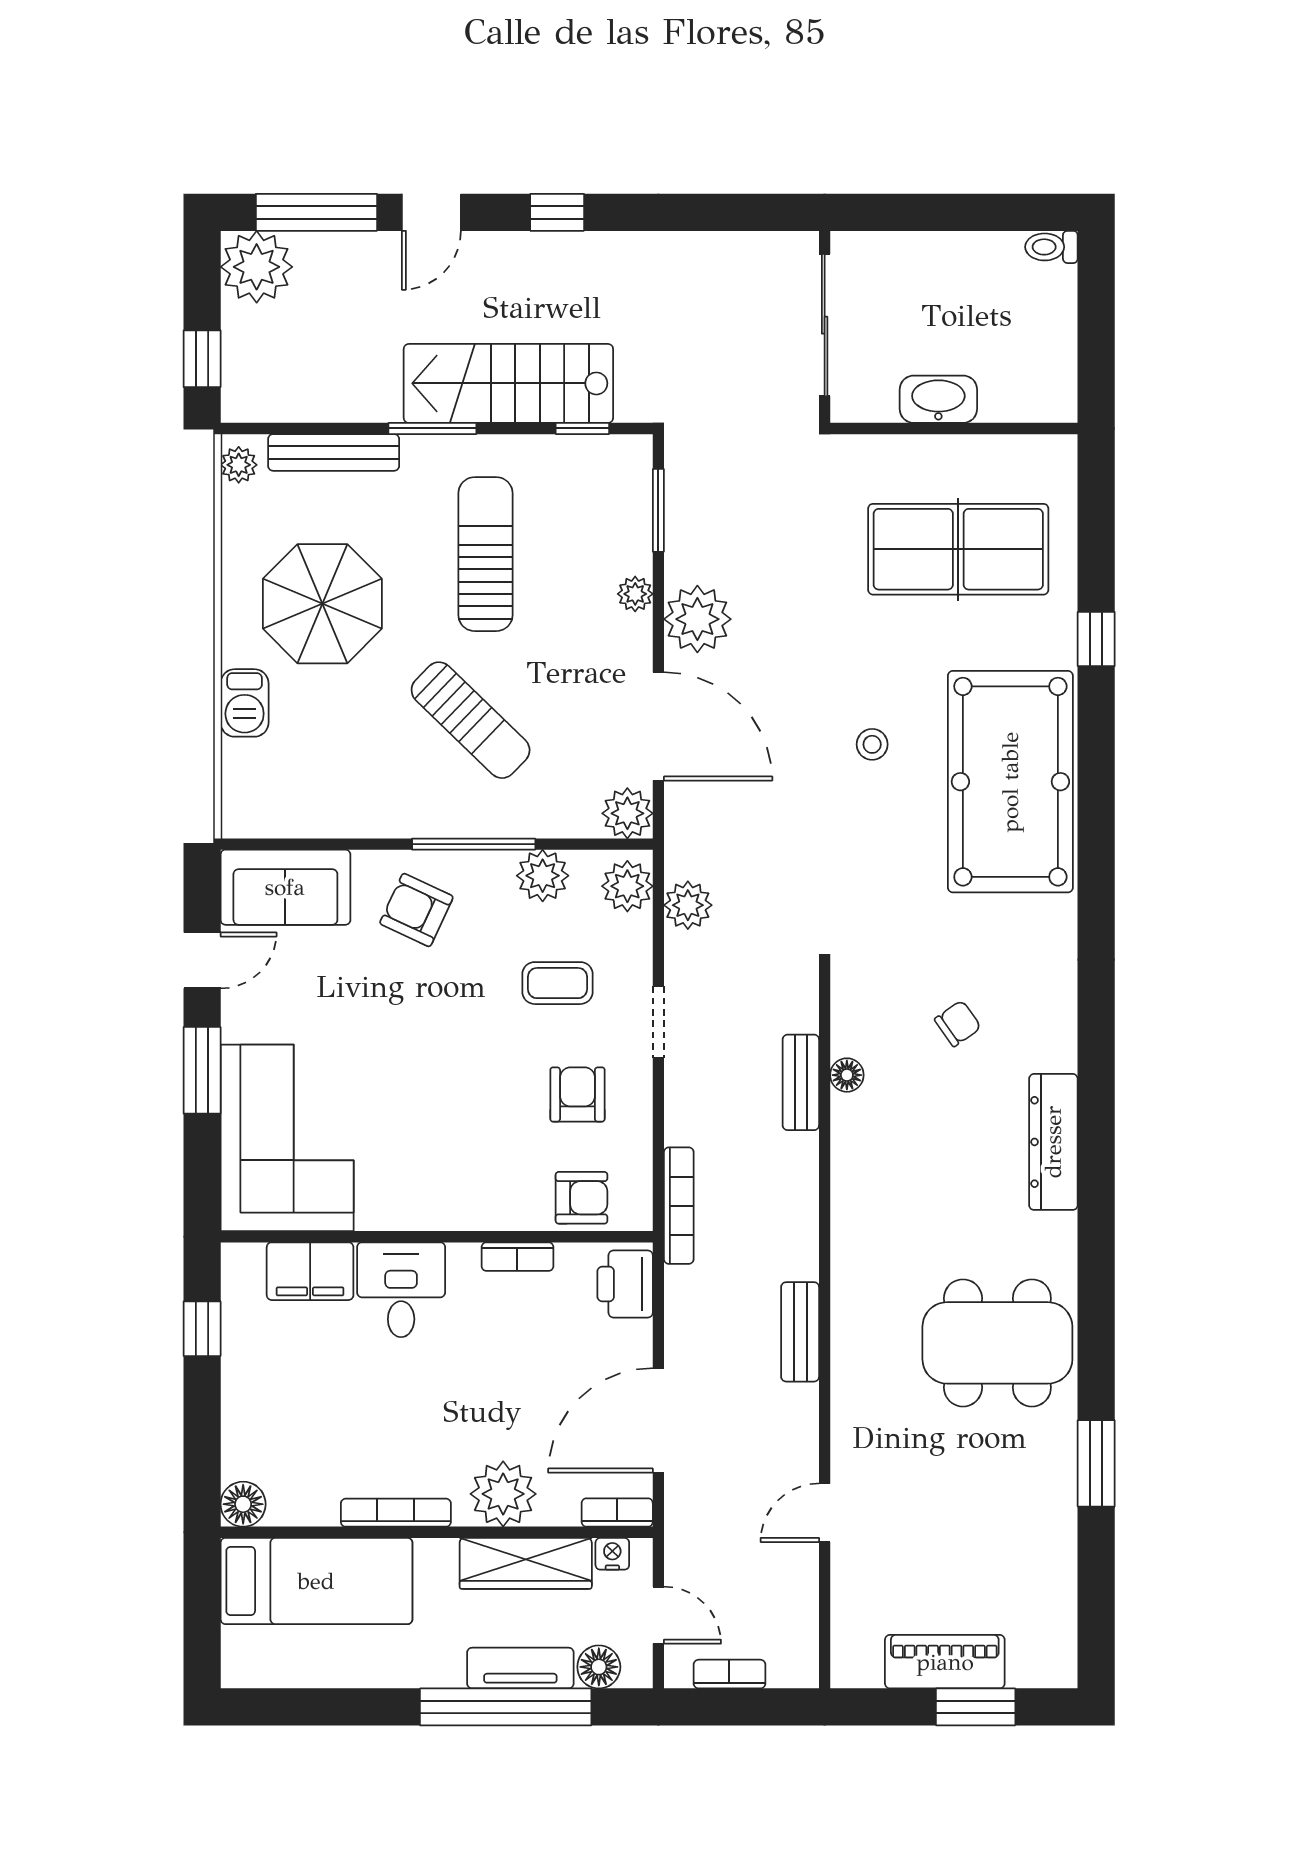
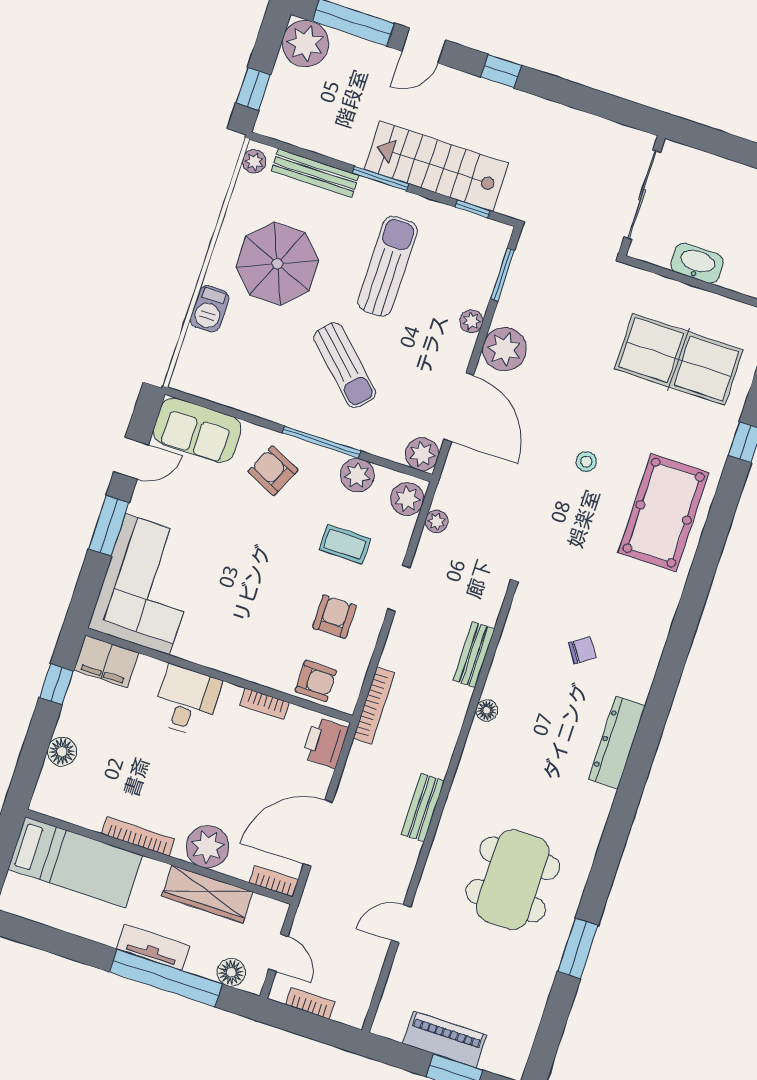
pool table: (1010, 782) -> (664, 513), width x0.73, depth x0.76
plant: (688, 905) -> (437, 522), width x0.73, depth x0.73
floor lamp: (847, 1075) -> (487, 710), moved
filing cabinet: (310, 1271) -> (106, 662), moved
dining table: (997, 1343) -> (513, 879), moved, turned 90
floor lamp: (243, 1504) -> (62, 752), moved
nightstand: (612, 1554) -> (263, 906), removed
tv unit: (520, 1668) -> (153, 947), moved

